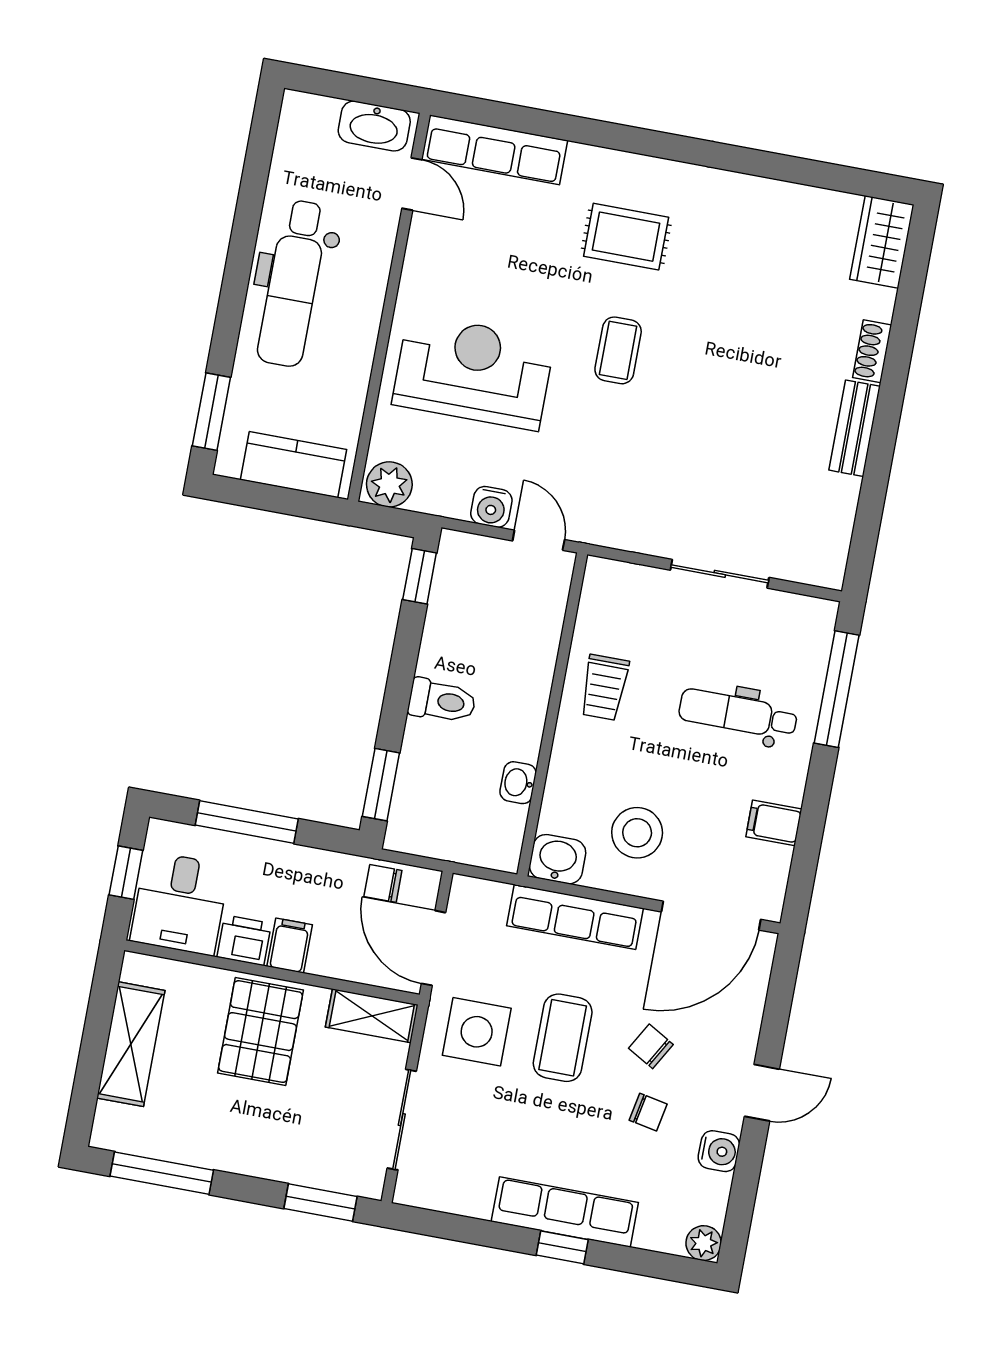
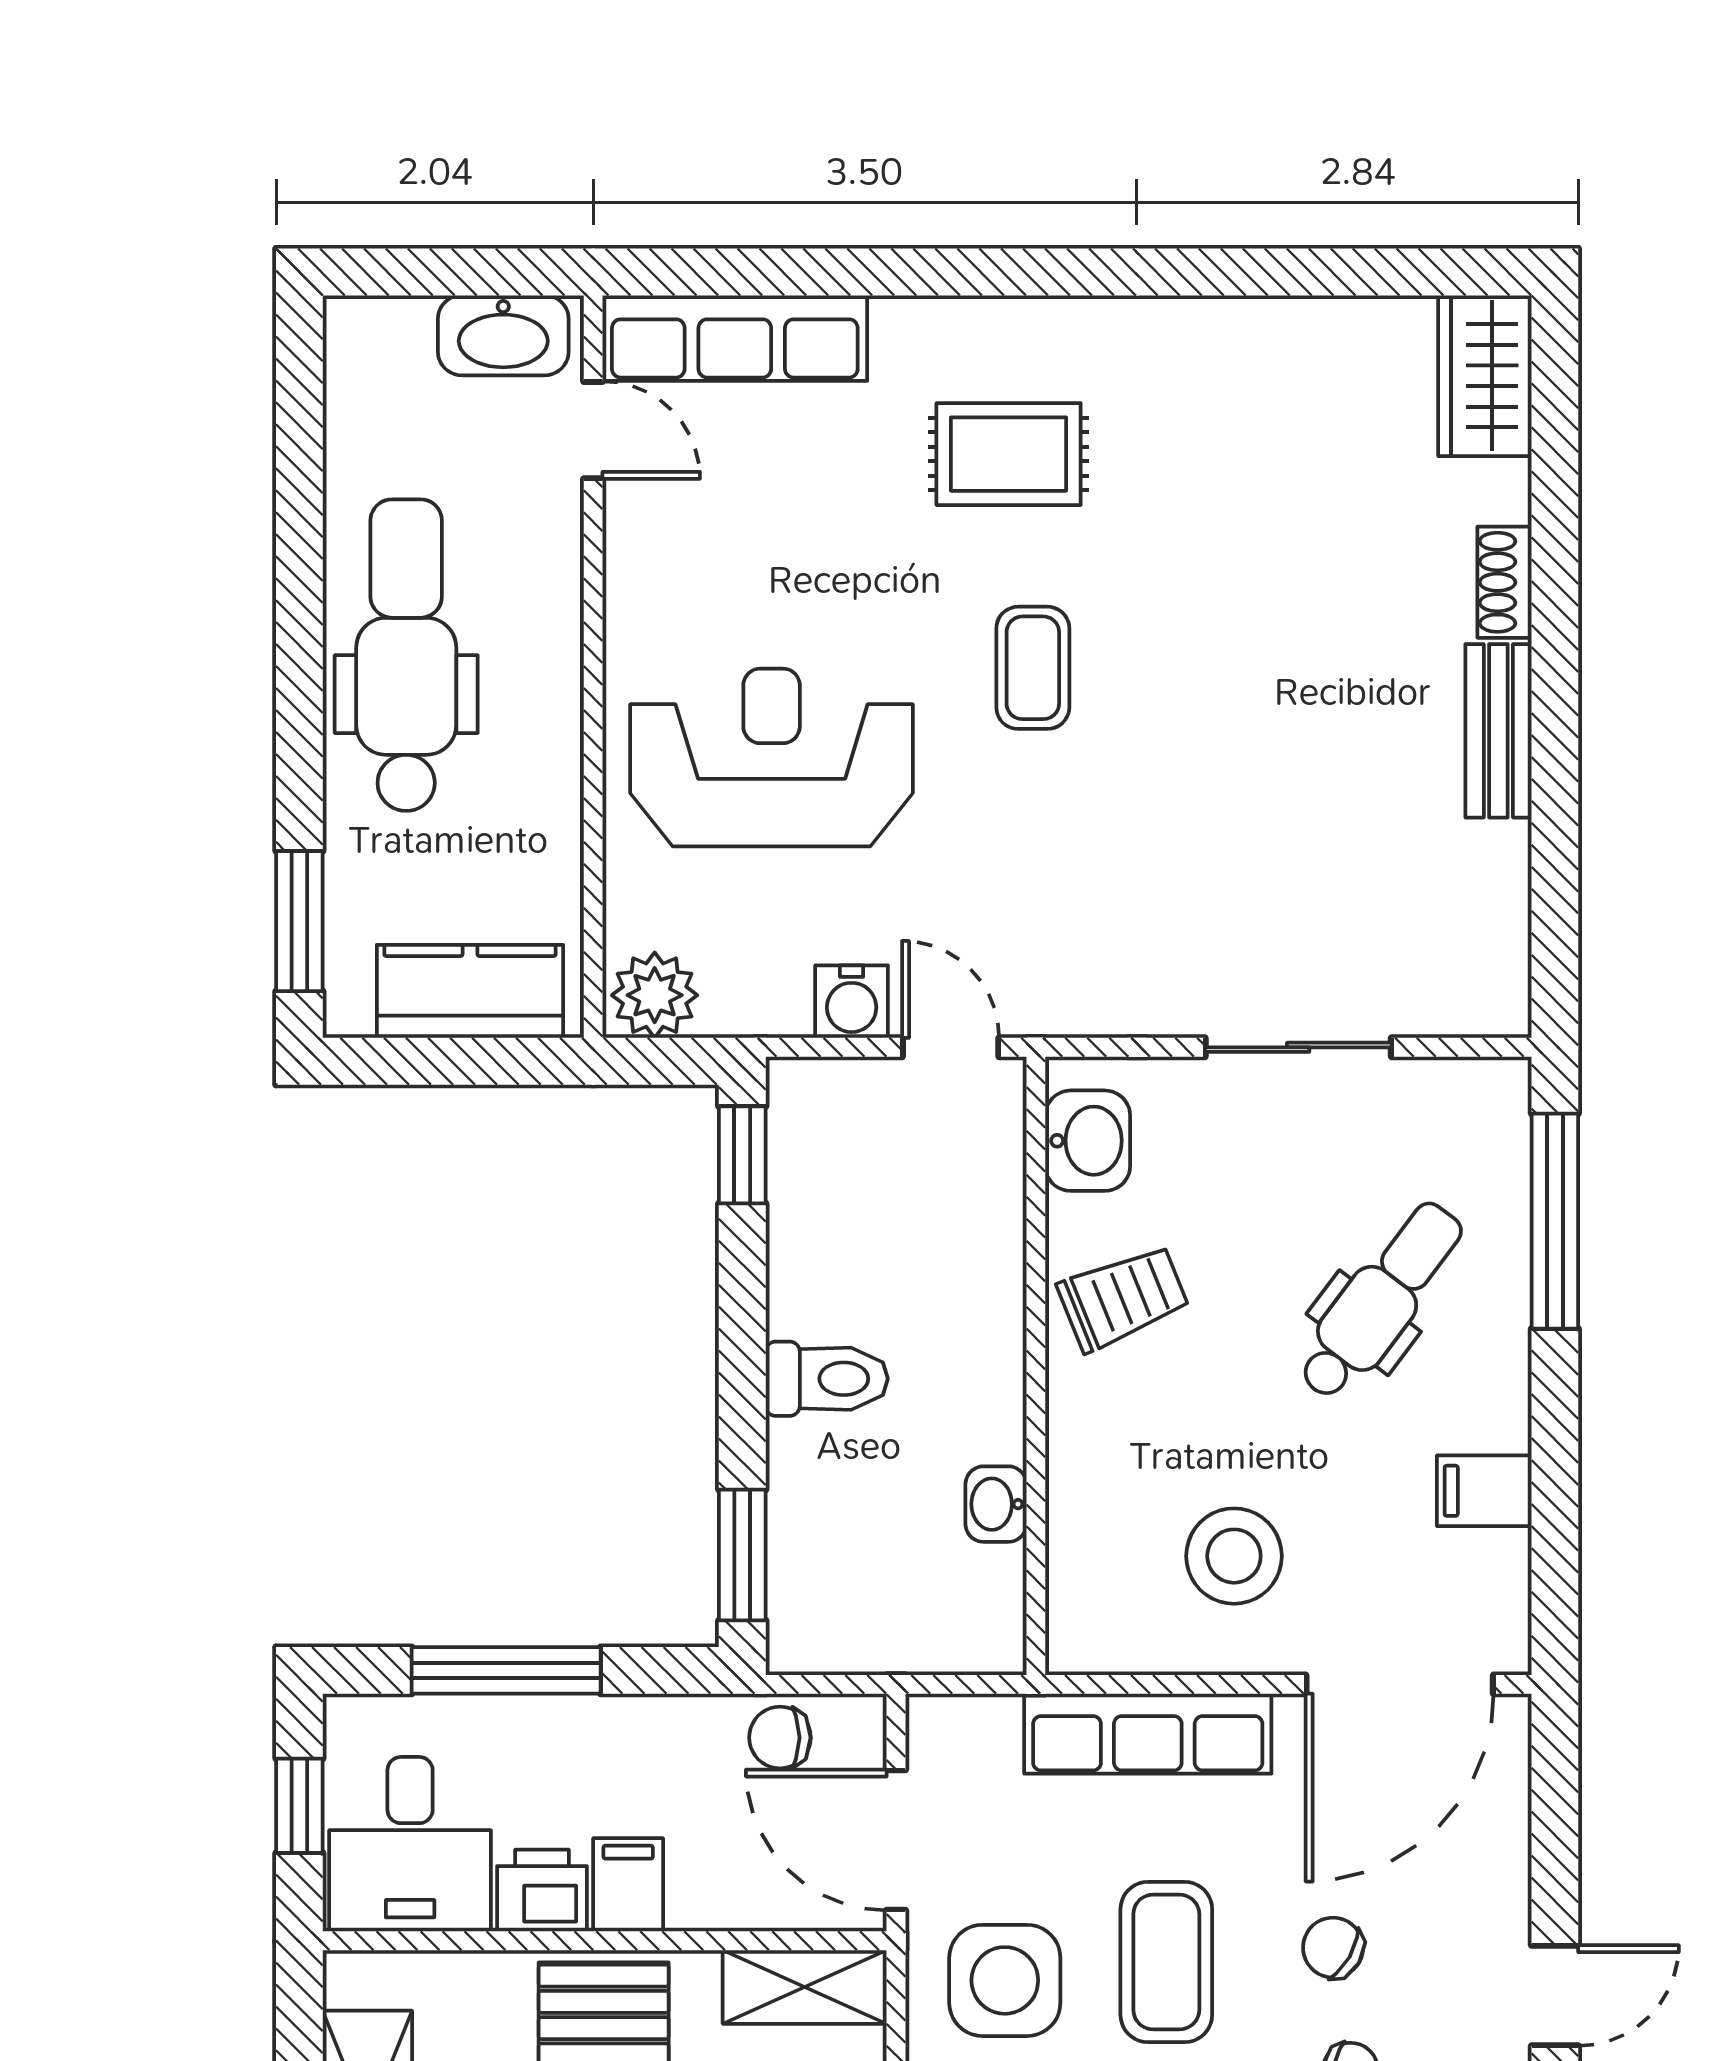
dental chair: (293, 283) -> (406, 655), turned 180
trolley: (604, 687) -> (1123, 1298), turned -112
dental chair: (738, 714) -> (1380, 1301), turned 127
washbasin: (558, 859) -> (1088, 1141), moved, turned 90

